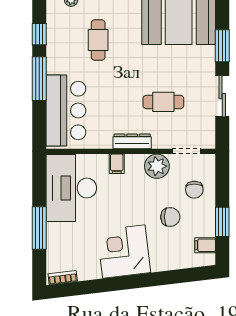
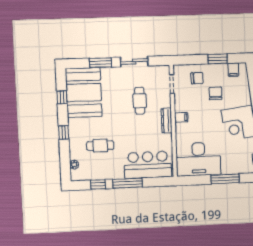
filing cabinet: (117, 164) -> (181, 117), moved
plant: (157, 166) -> (182, 103), removed

